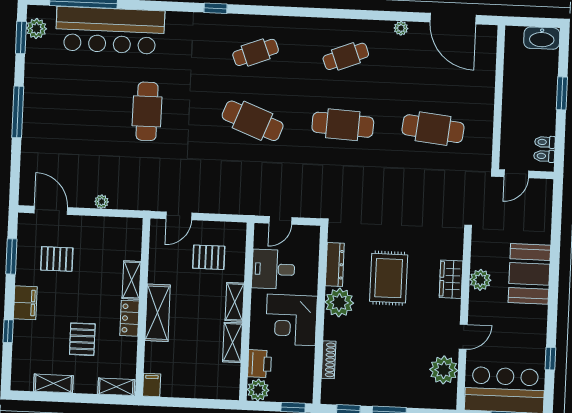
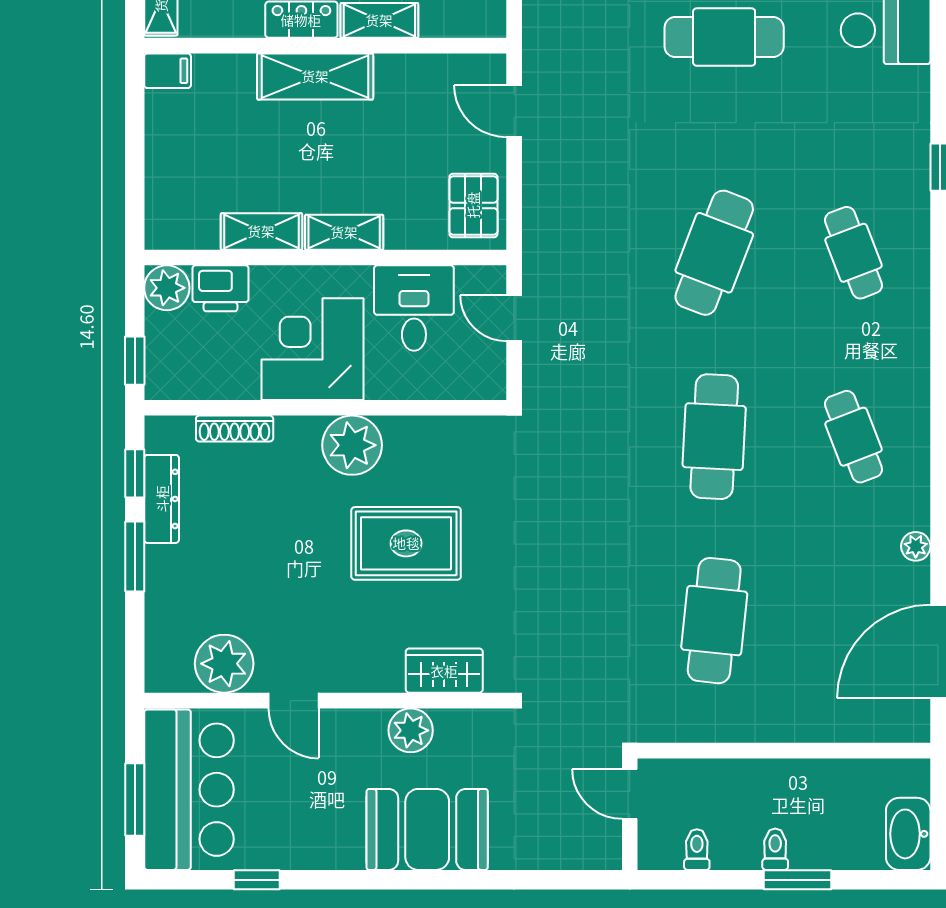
toilet: (544, 156) -> (775, 849), moved
pallet: (209, 257) -> (473, 205), moved
dresser: (335, 264) -> (162, 499), moved, turned -90
wardrobe: (451, 279) -> (444, 671), moved

